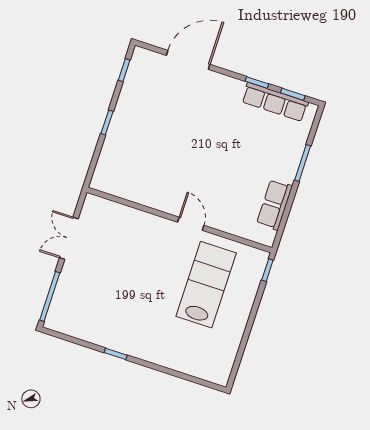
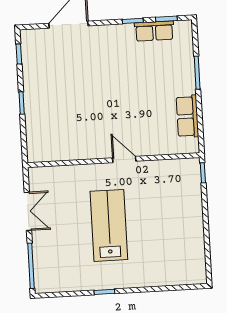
row of seats: (275, 102) -> (154, 31), width x0.68
double door: (69, 238) -> (28, 211), swing flipped
lab bench: (206, 285) -> (109, 225), moved

